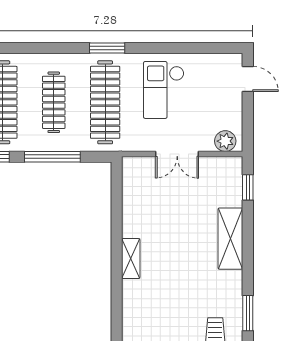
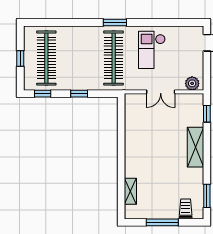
clothes rail: (54, 102) -> (80, 58), removed
window: (52, 157) -> (79, 94), width x0.46
shelving: (131, 259) -> (130, 191), moved

